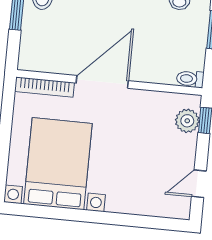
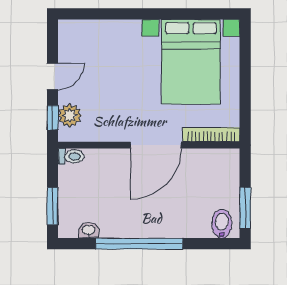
door: (199, 184) -> (52, 76), moved

